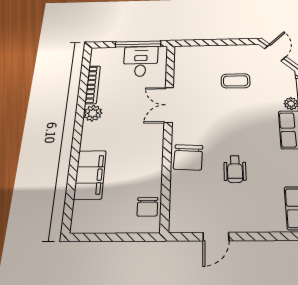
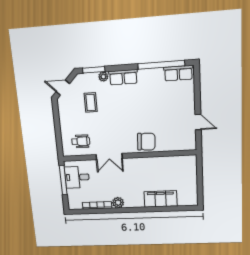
coffee table: (236, 81) -> (91, 102), moved
wheelchair: (235, 169) -> (81, 141), moved
chair: (147, 207) -> (180, 163), removed

